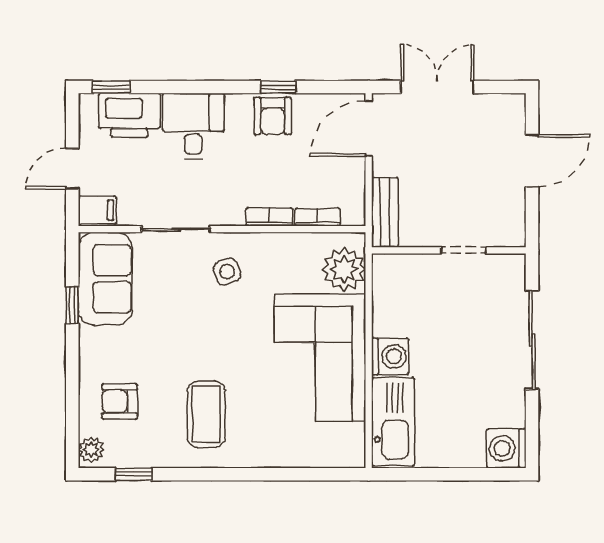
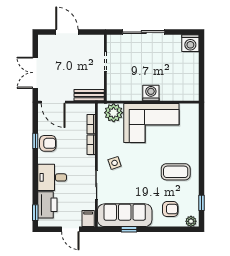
sofa: (105, 279) -> (125, 215), width x1.36
armchair: (120, 401) -> (170, 209), turned -90
kitchen sink: (393, 422) -> (179, 92), removed

